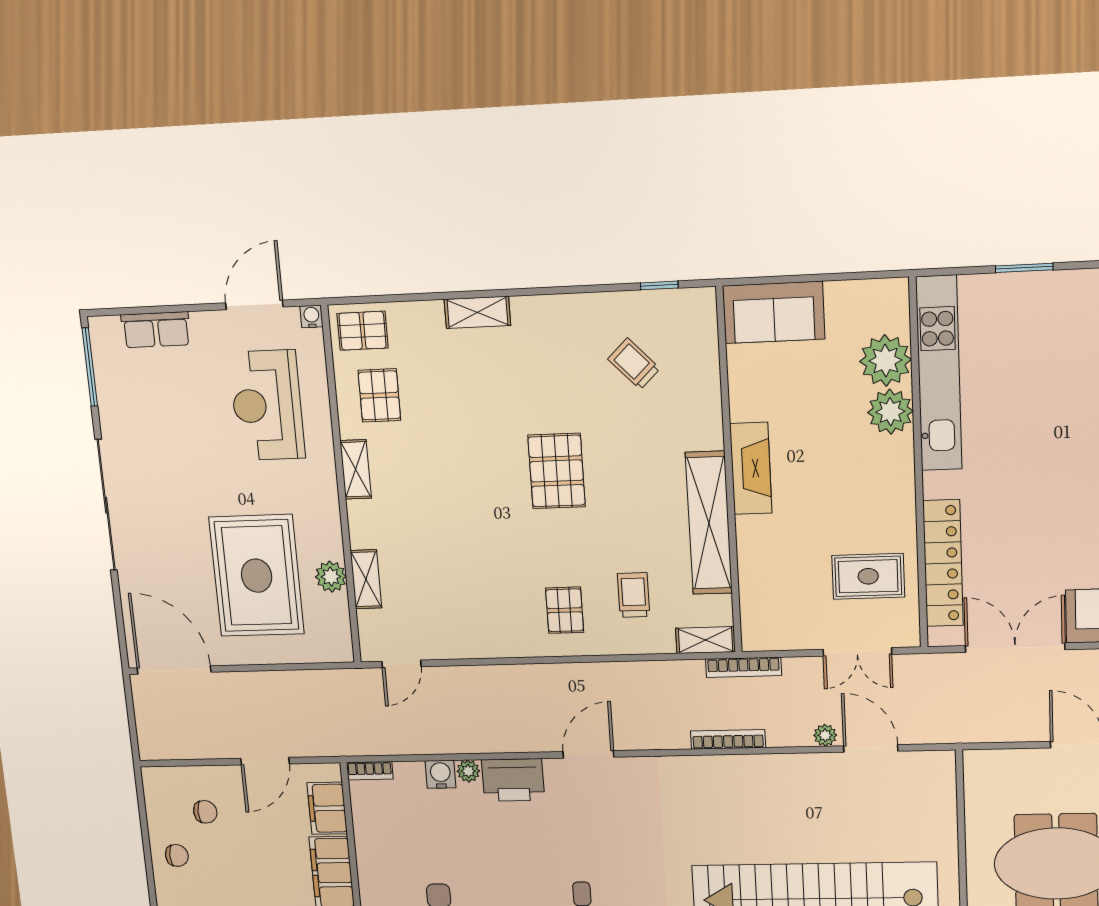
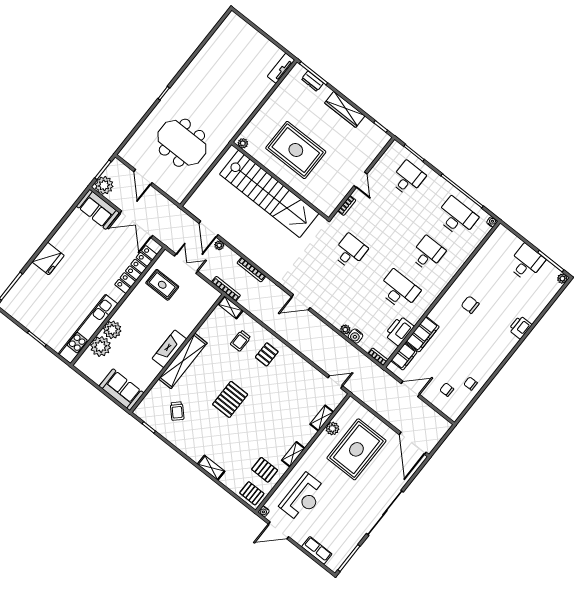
pallet: (379, 395) -> (265, 470), turned 90
shelving: (709, 523) -> (183, 361), moved
printer: (513, 780) -> (399, 331), moved, turned -90

